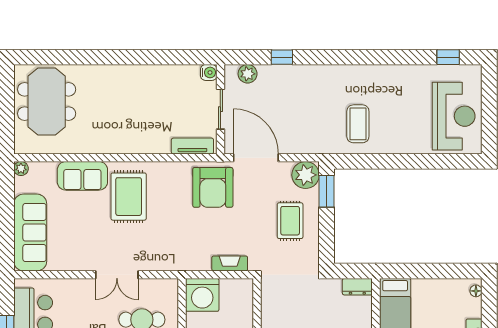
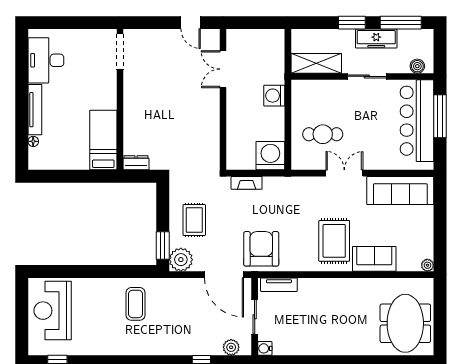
sofa: (30, 233) -> (400, 191), moved, turned -90
floor lamp: (476, 291) -> (33, 141), moved

